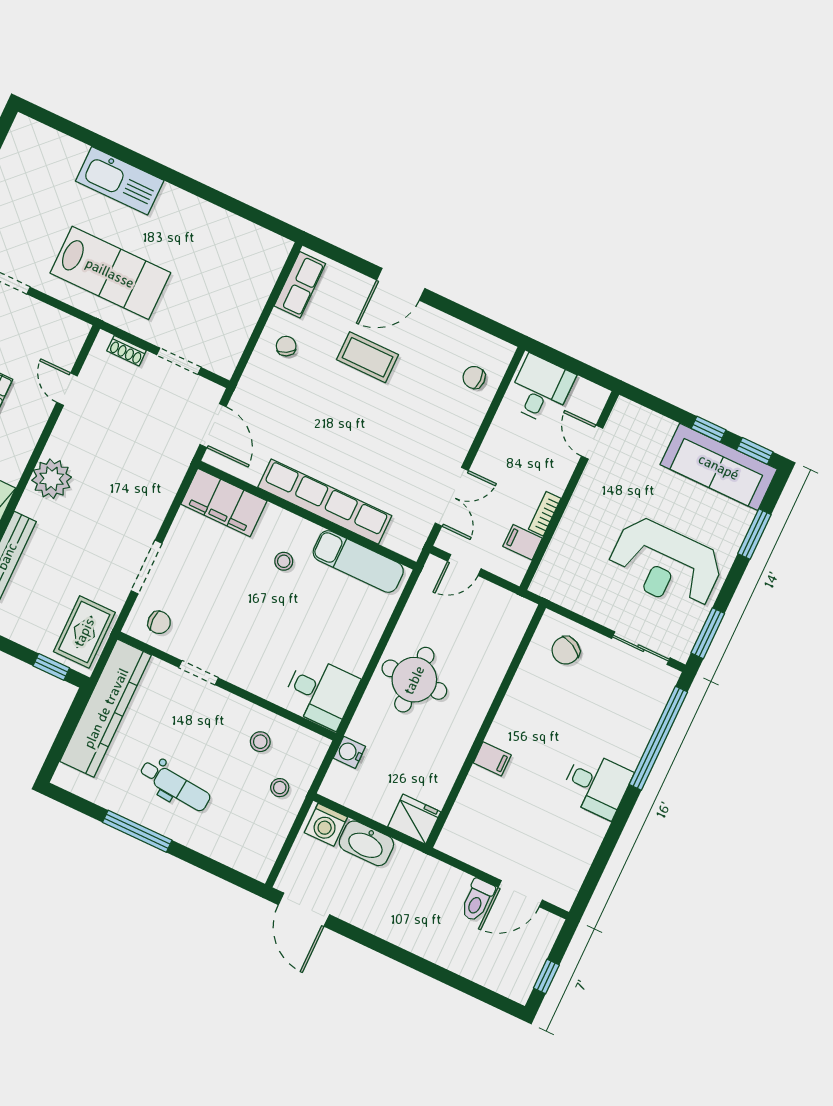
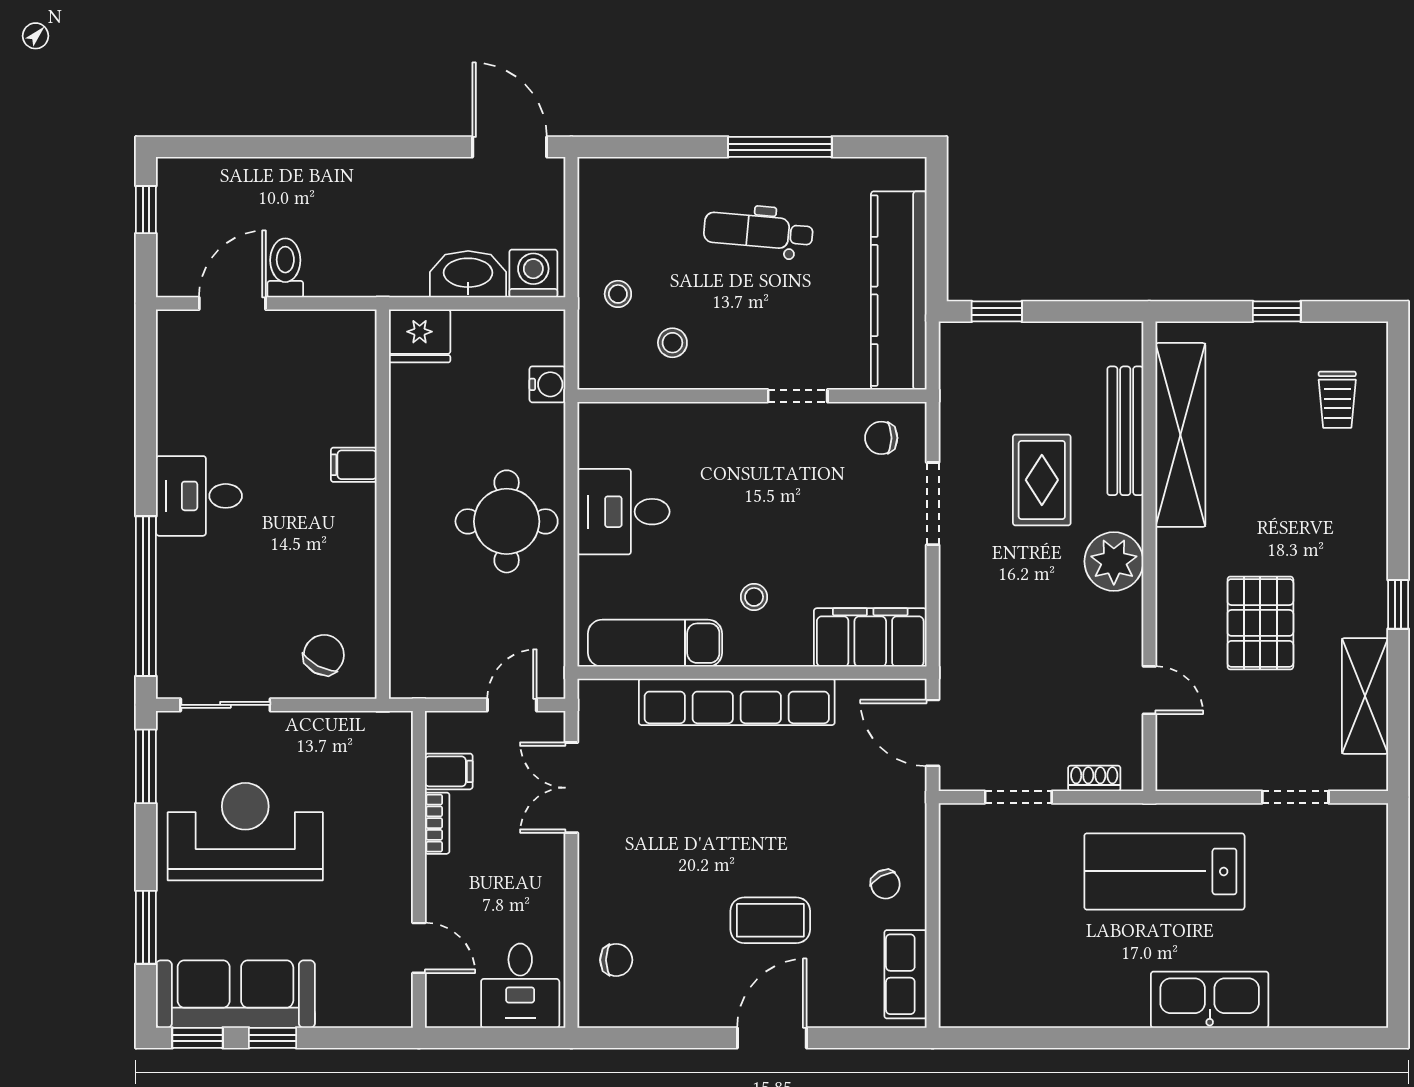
rug: (84, 632) -> (1042, 480), moved
desk: (320, 692) -> (623, 512), moved

